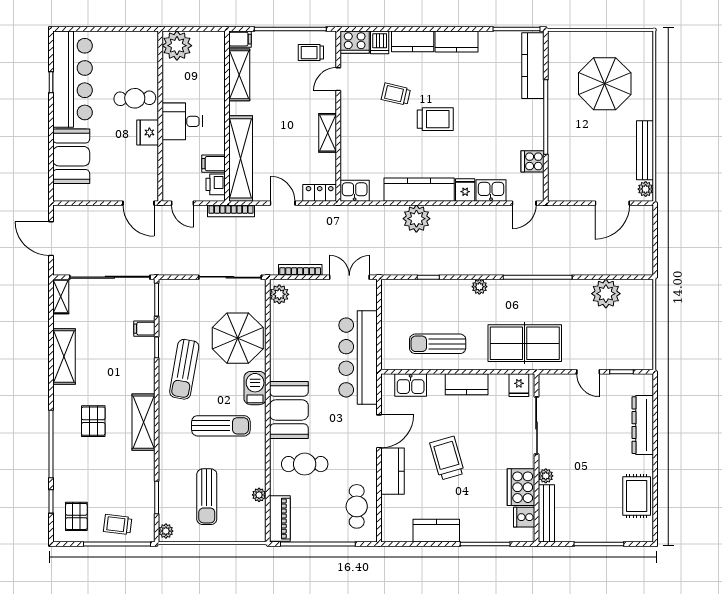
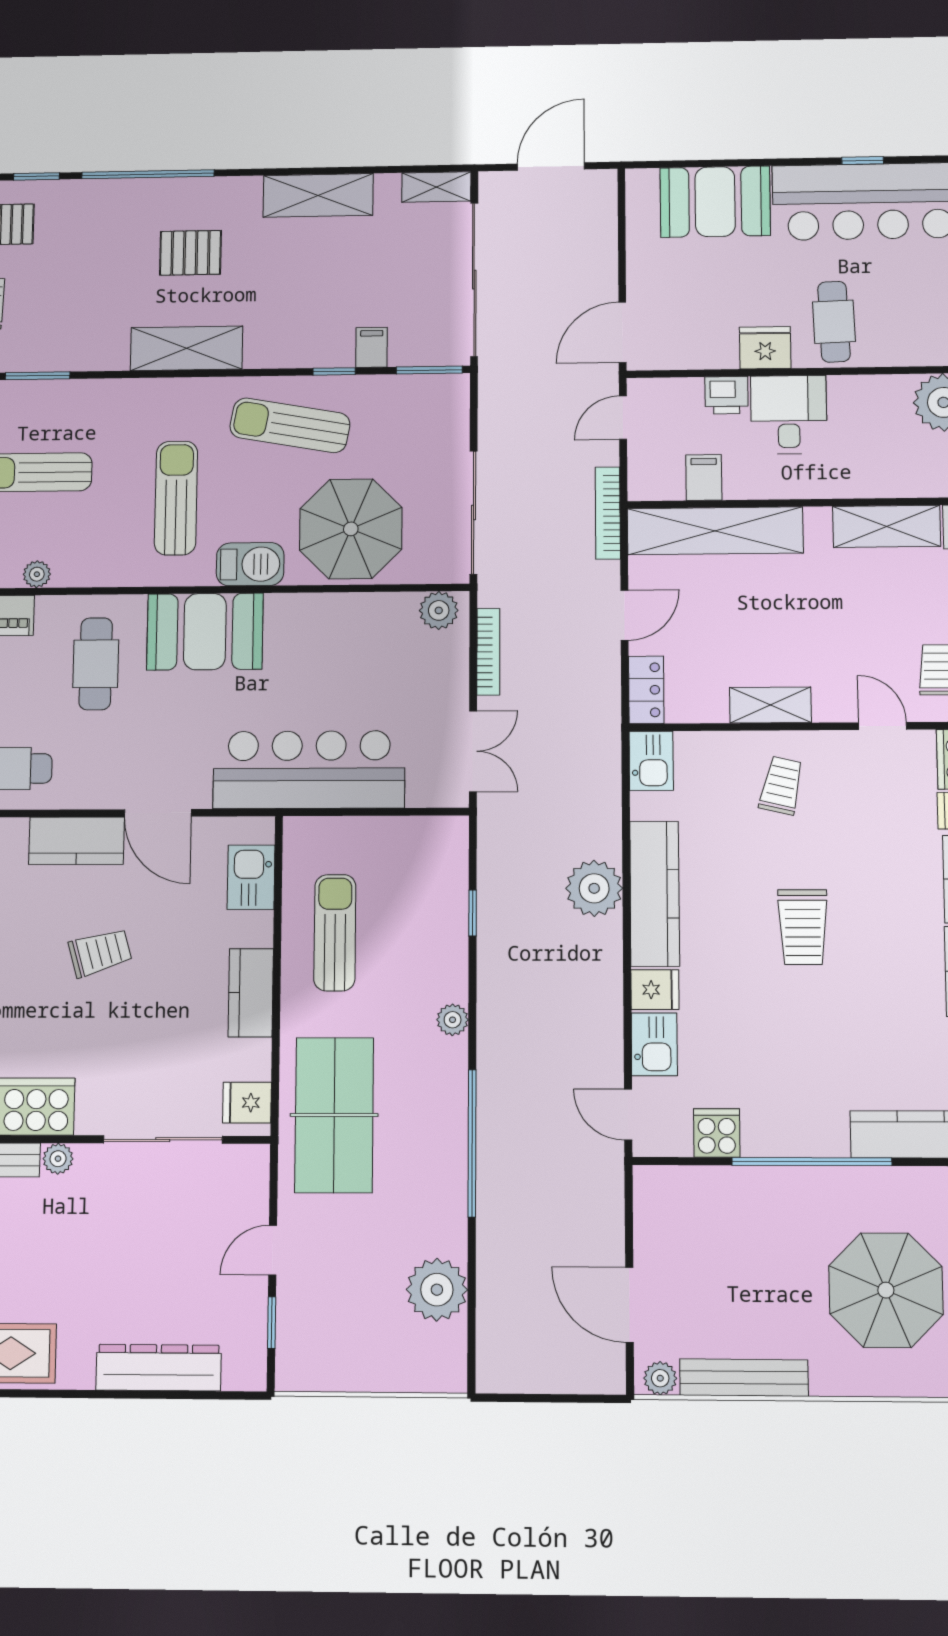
trolley: (396, 94) -> (781, 785), moved
printer: (216, 184) -> (726, 395), moved, turned 180
sun lounger: (221, 426) -> (176, 498), turned 180
trolley: (447, 458) -> (100, 952), width x0.73, depth x0.72

